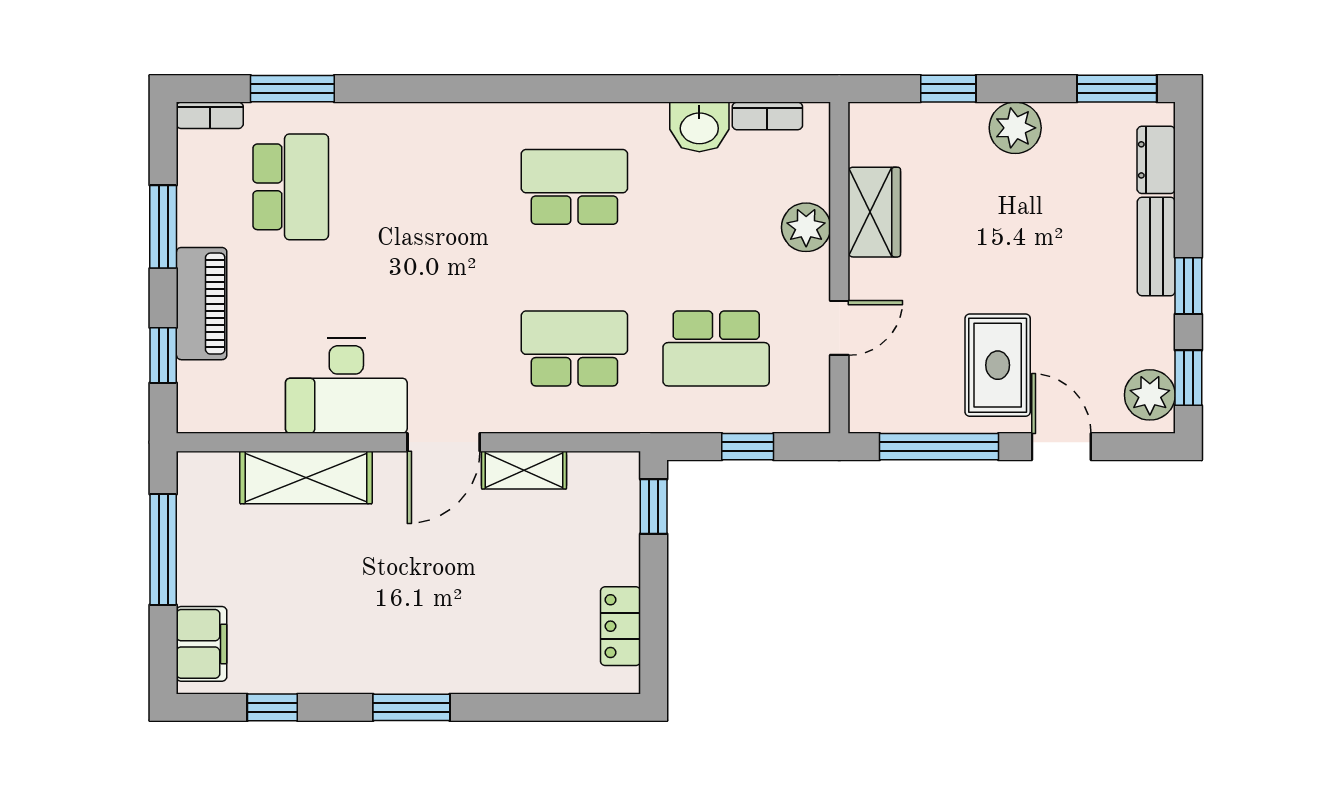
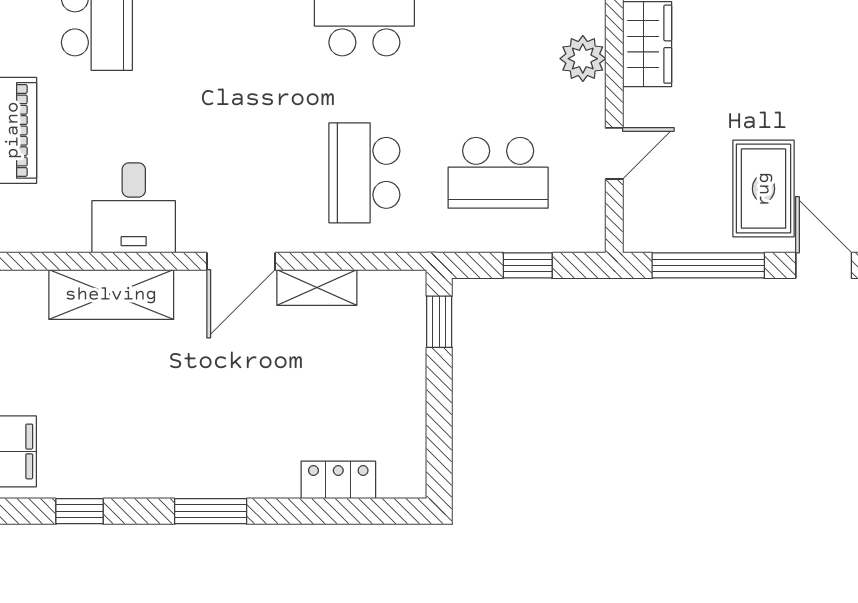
school desk: (574, 348) -> (364, 173), turned -90
desk: (346, 386) -> (134, 208), width x0.73
locker: (620, 626) -> (338, 480), moved, turned 90

